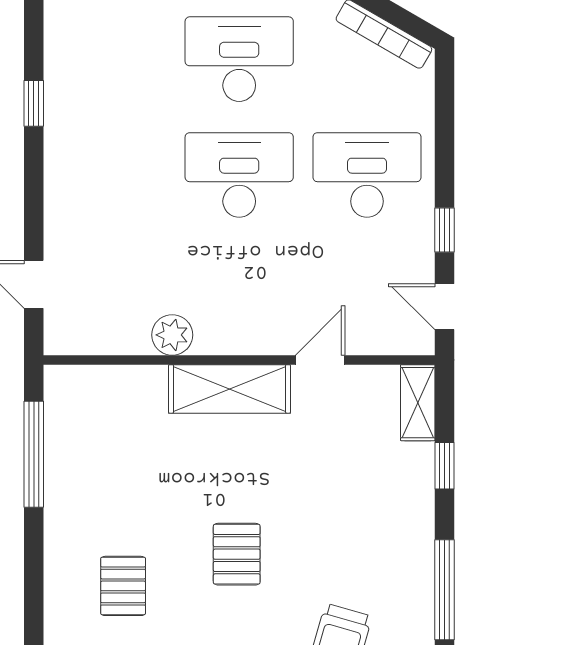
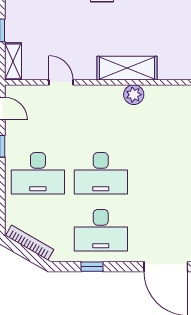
door: (320, 360) -> (61, 82), swing flipped
shelving: (230, 389) -> (127, 68), moved

